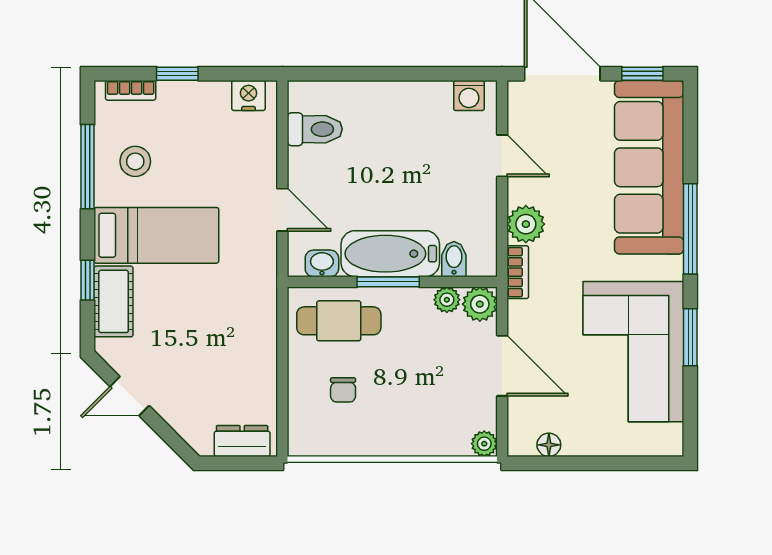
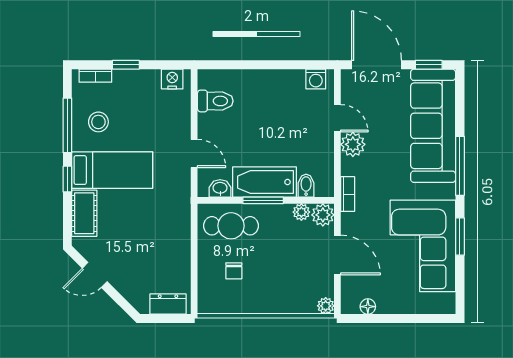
plant: (526, 224) -> (353, 144), moved
window: (88, 280) -> (67, 179), moved

